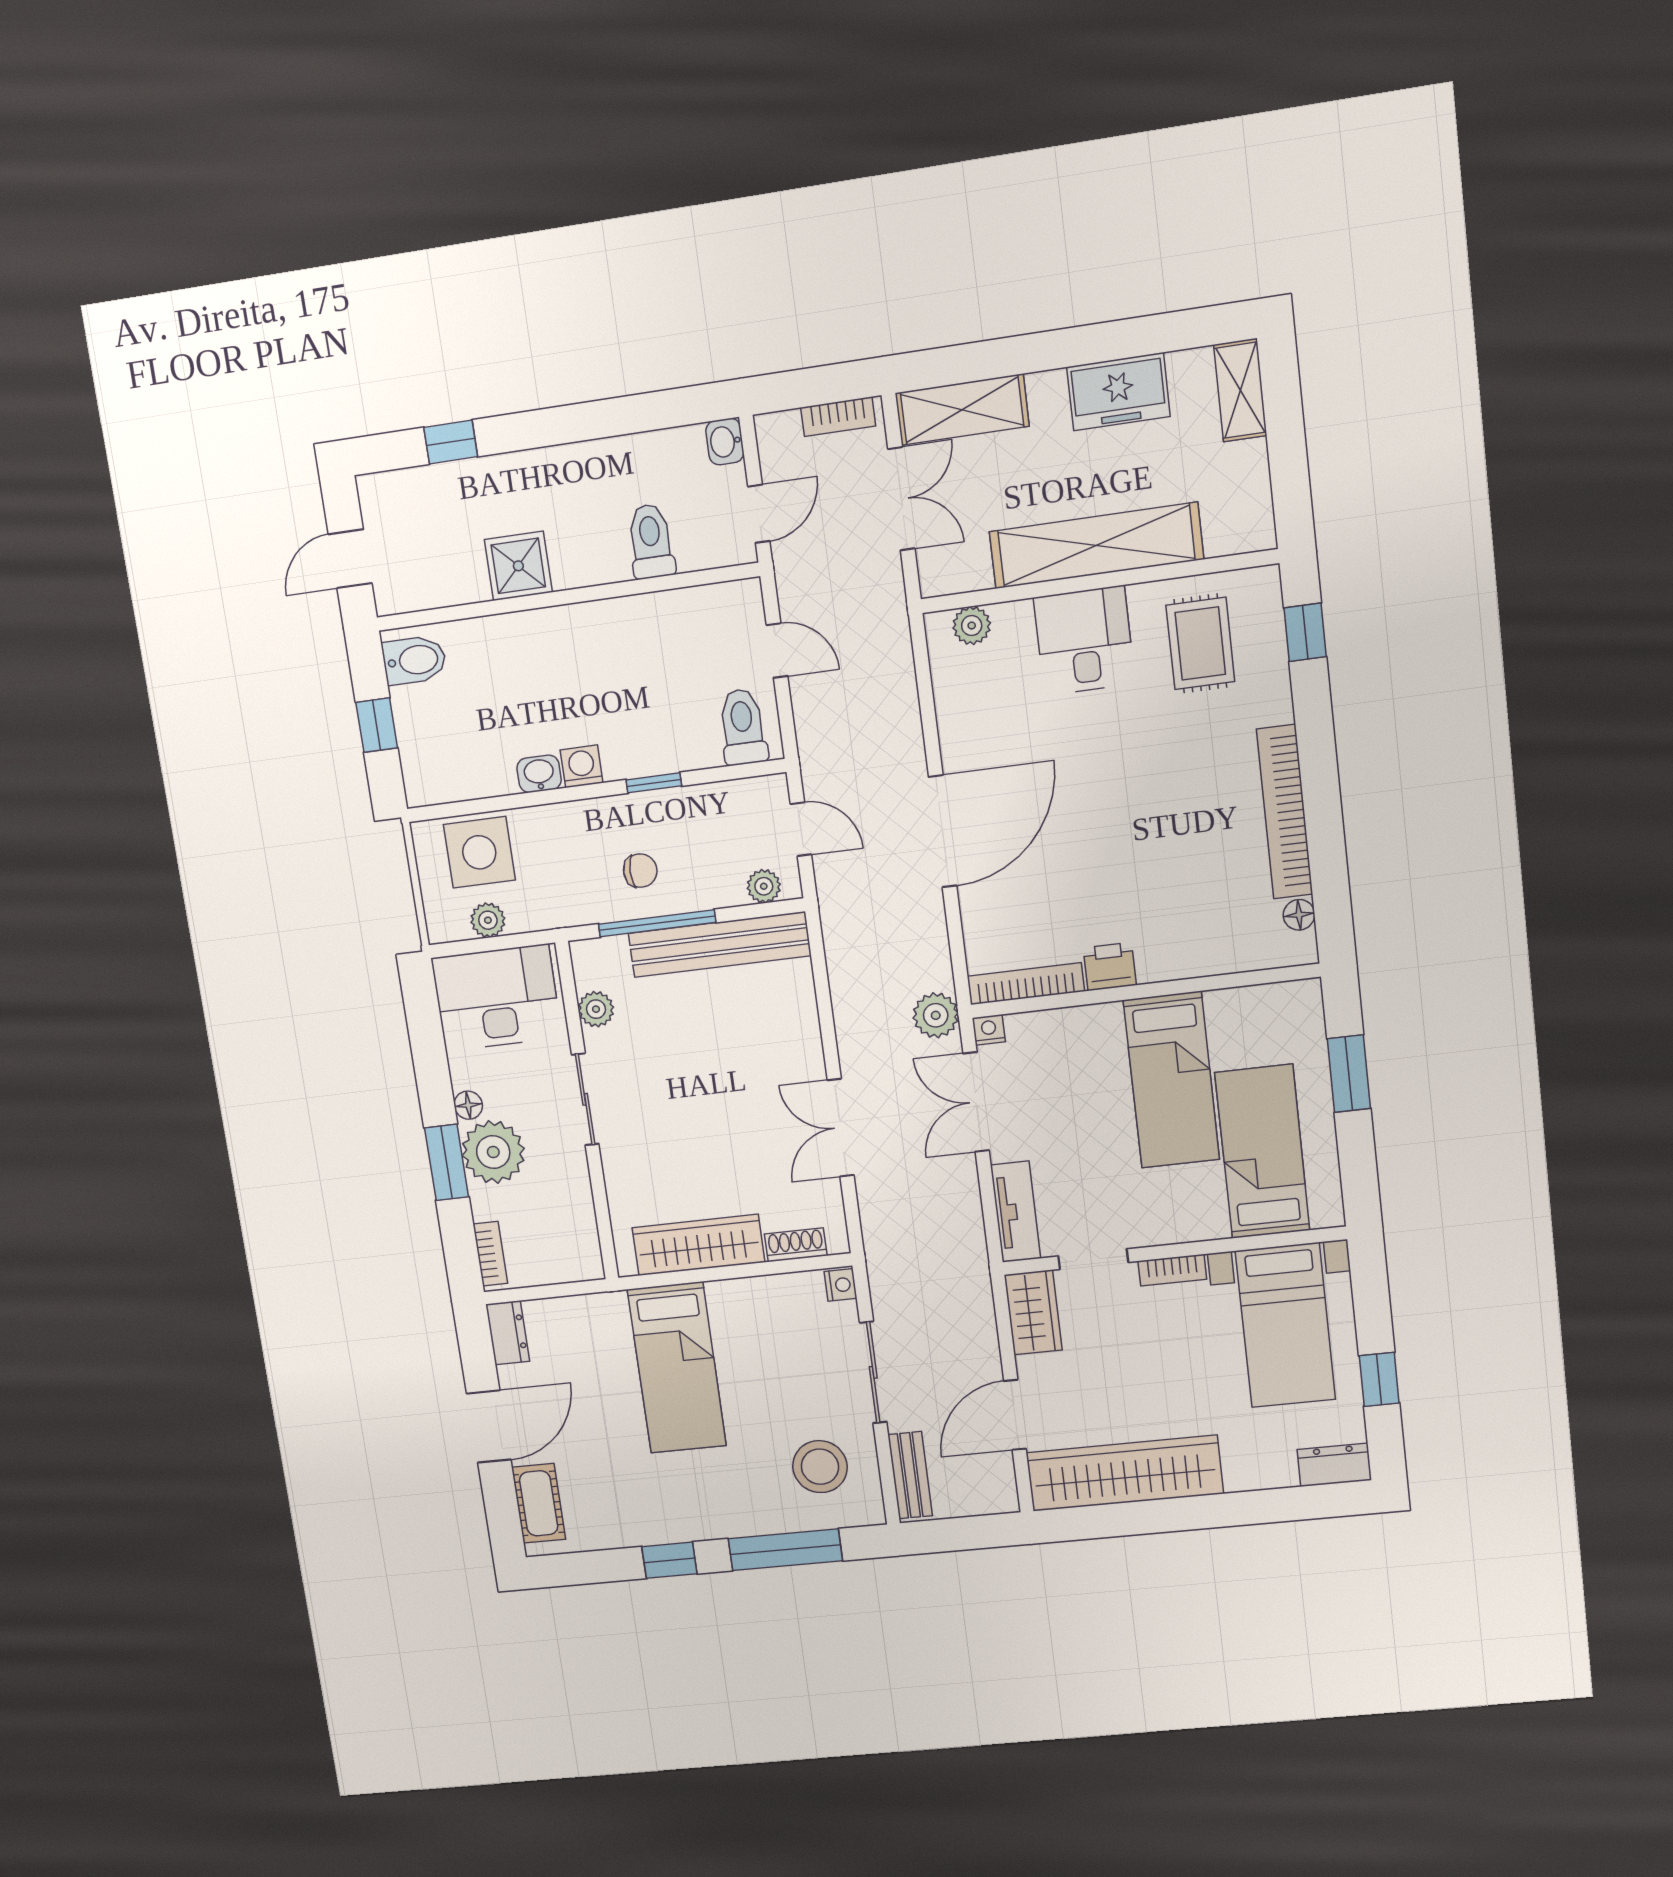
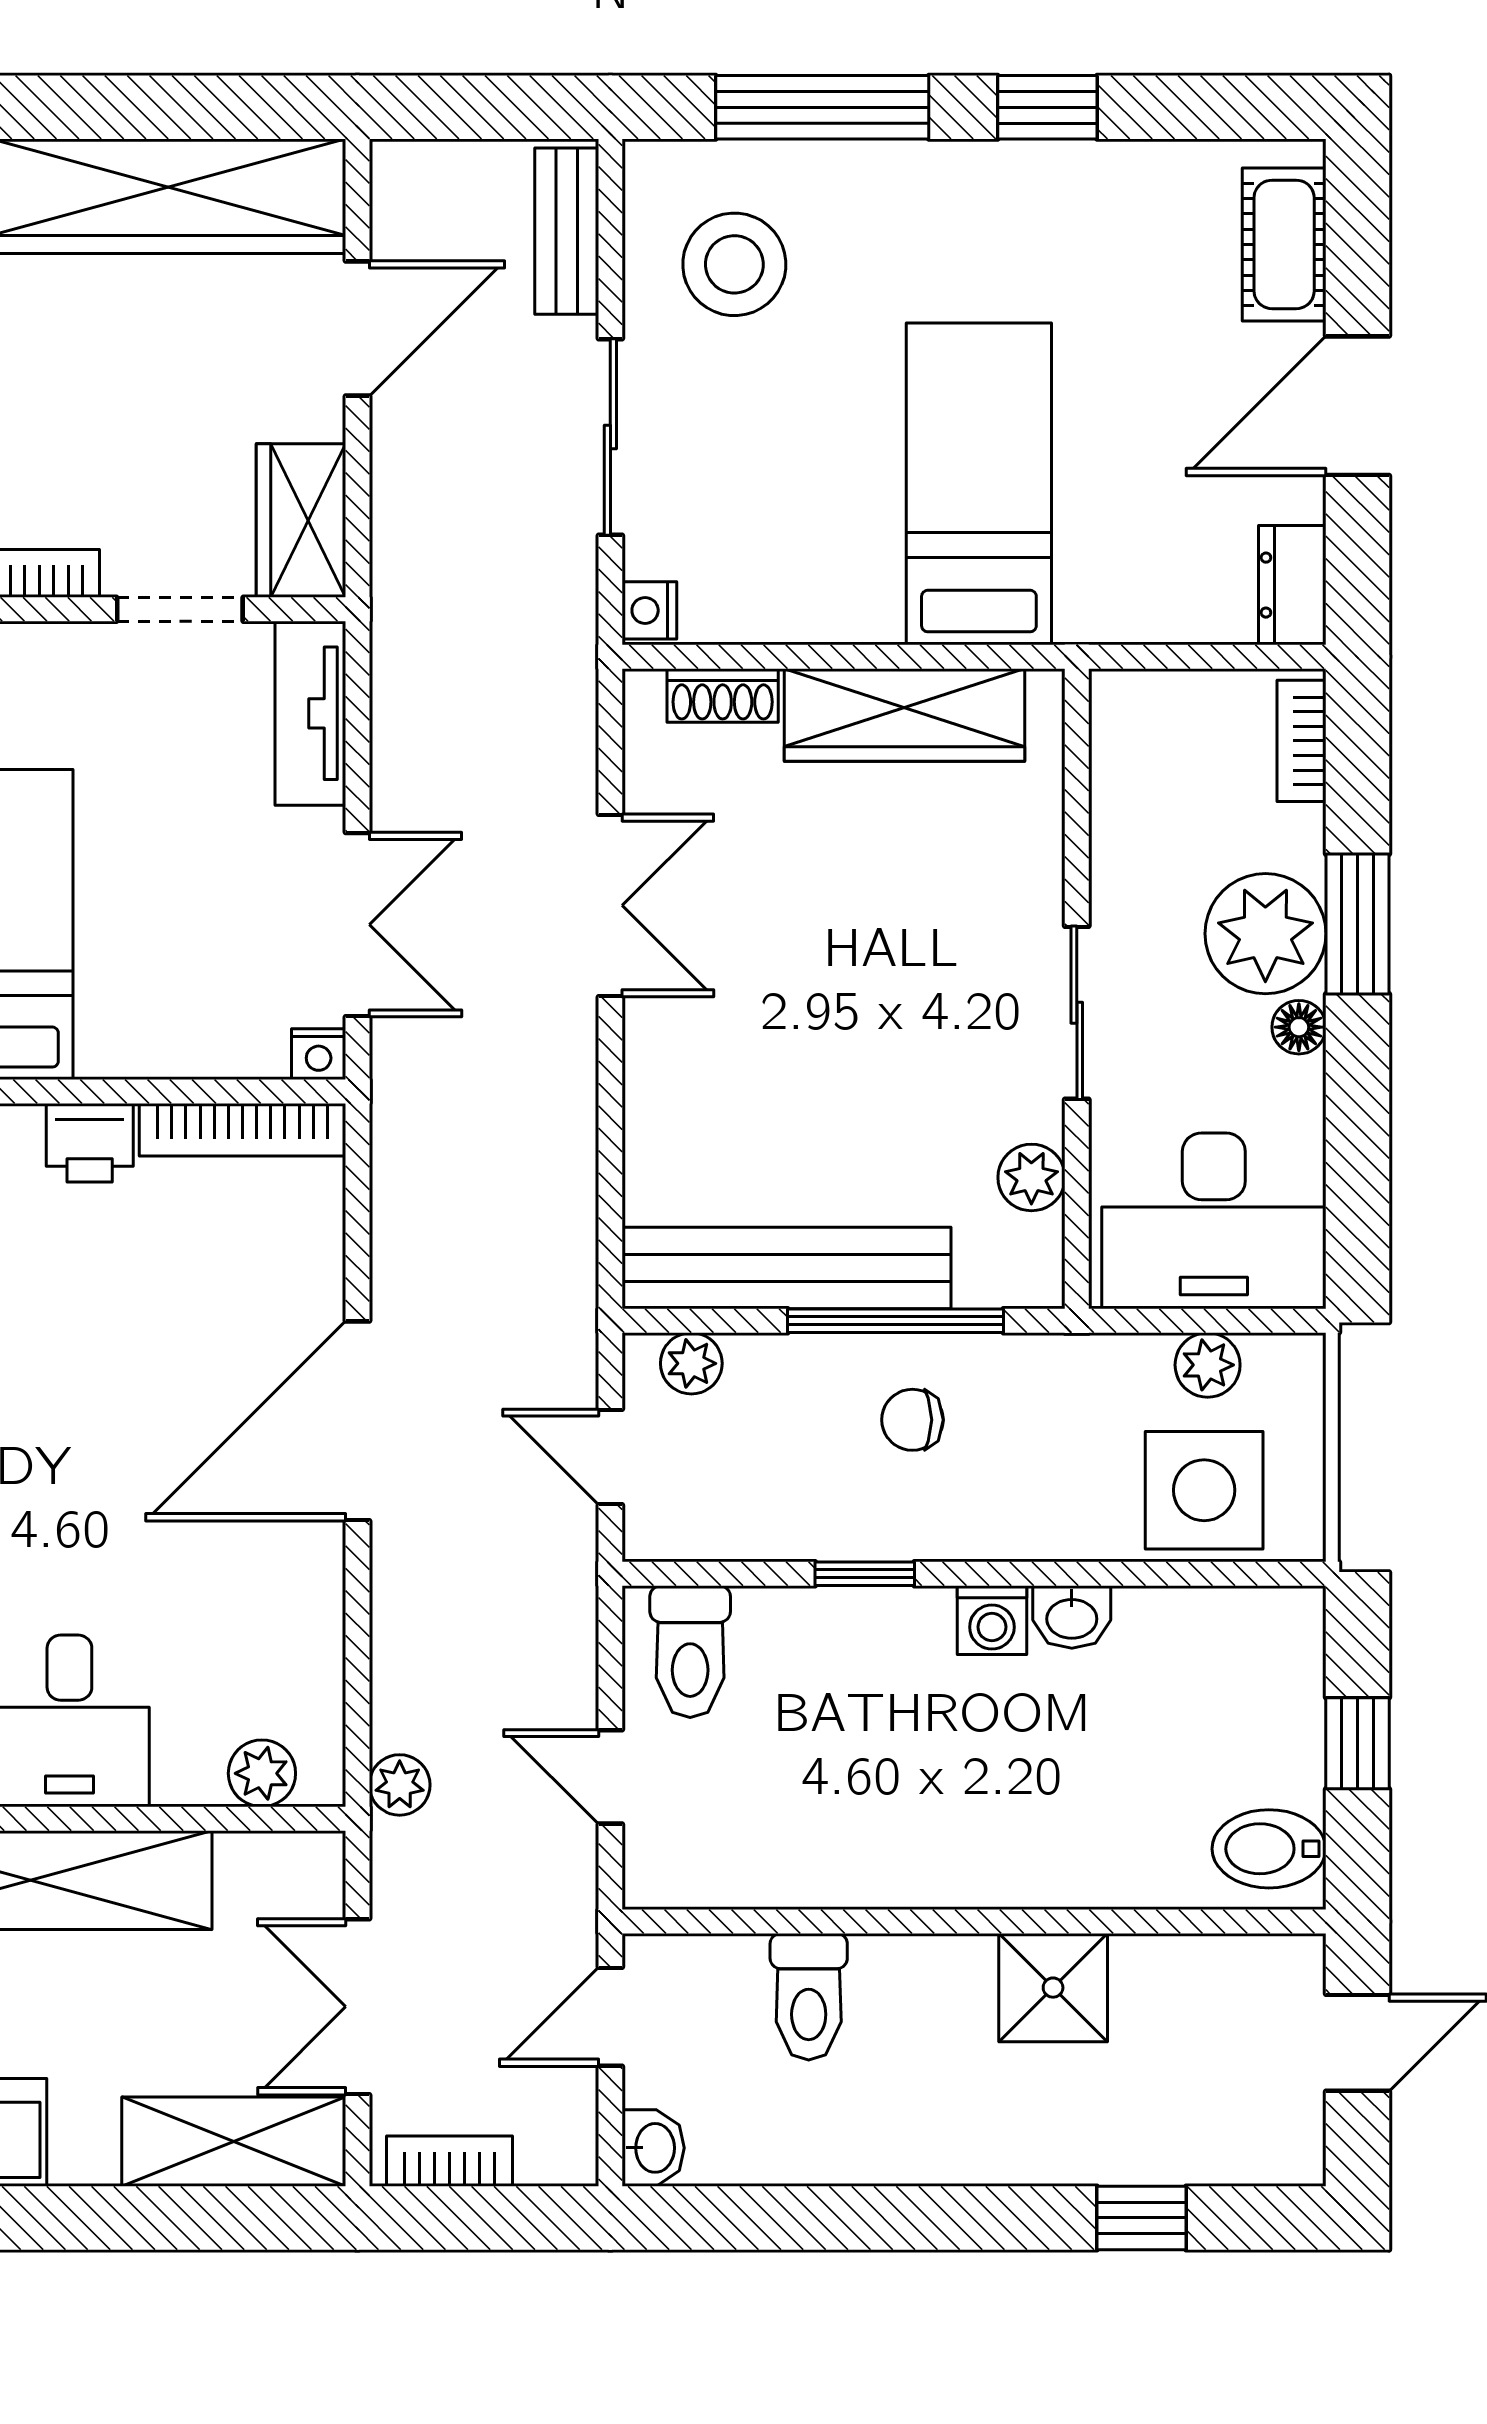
plant: (936, 1015) -> (400, 1785), moved, width x0.73, depth x0.73

